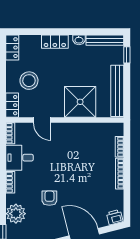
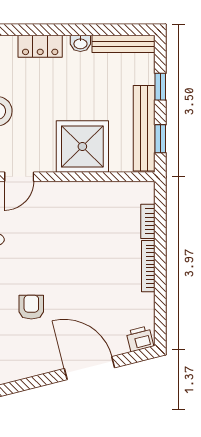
window: (127, 55) -> (160, 87), moved
window: (127, 97) -> (160, 139), added
door: (42, 120) -> (19, 177), hinge flipped

